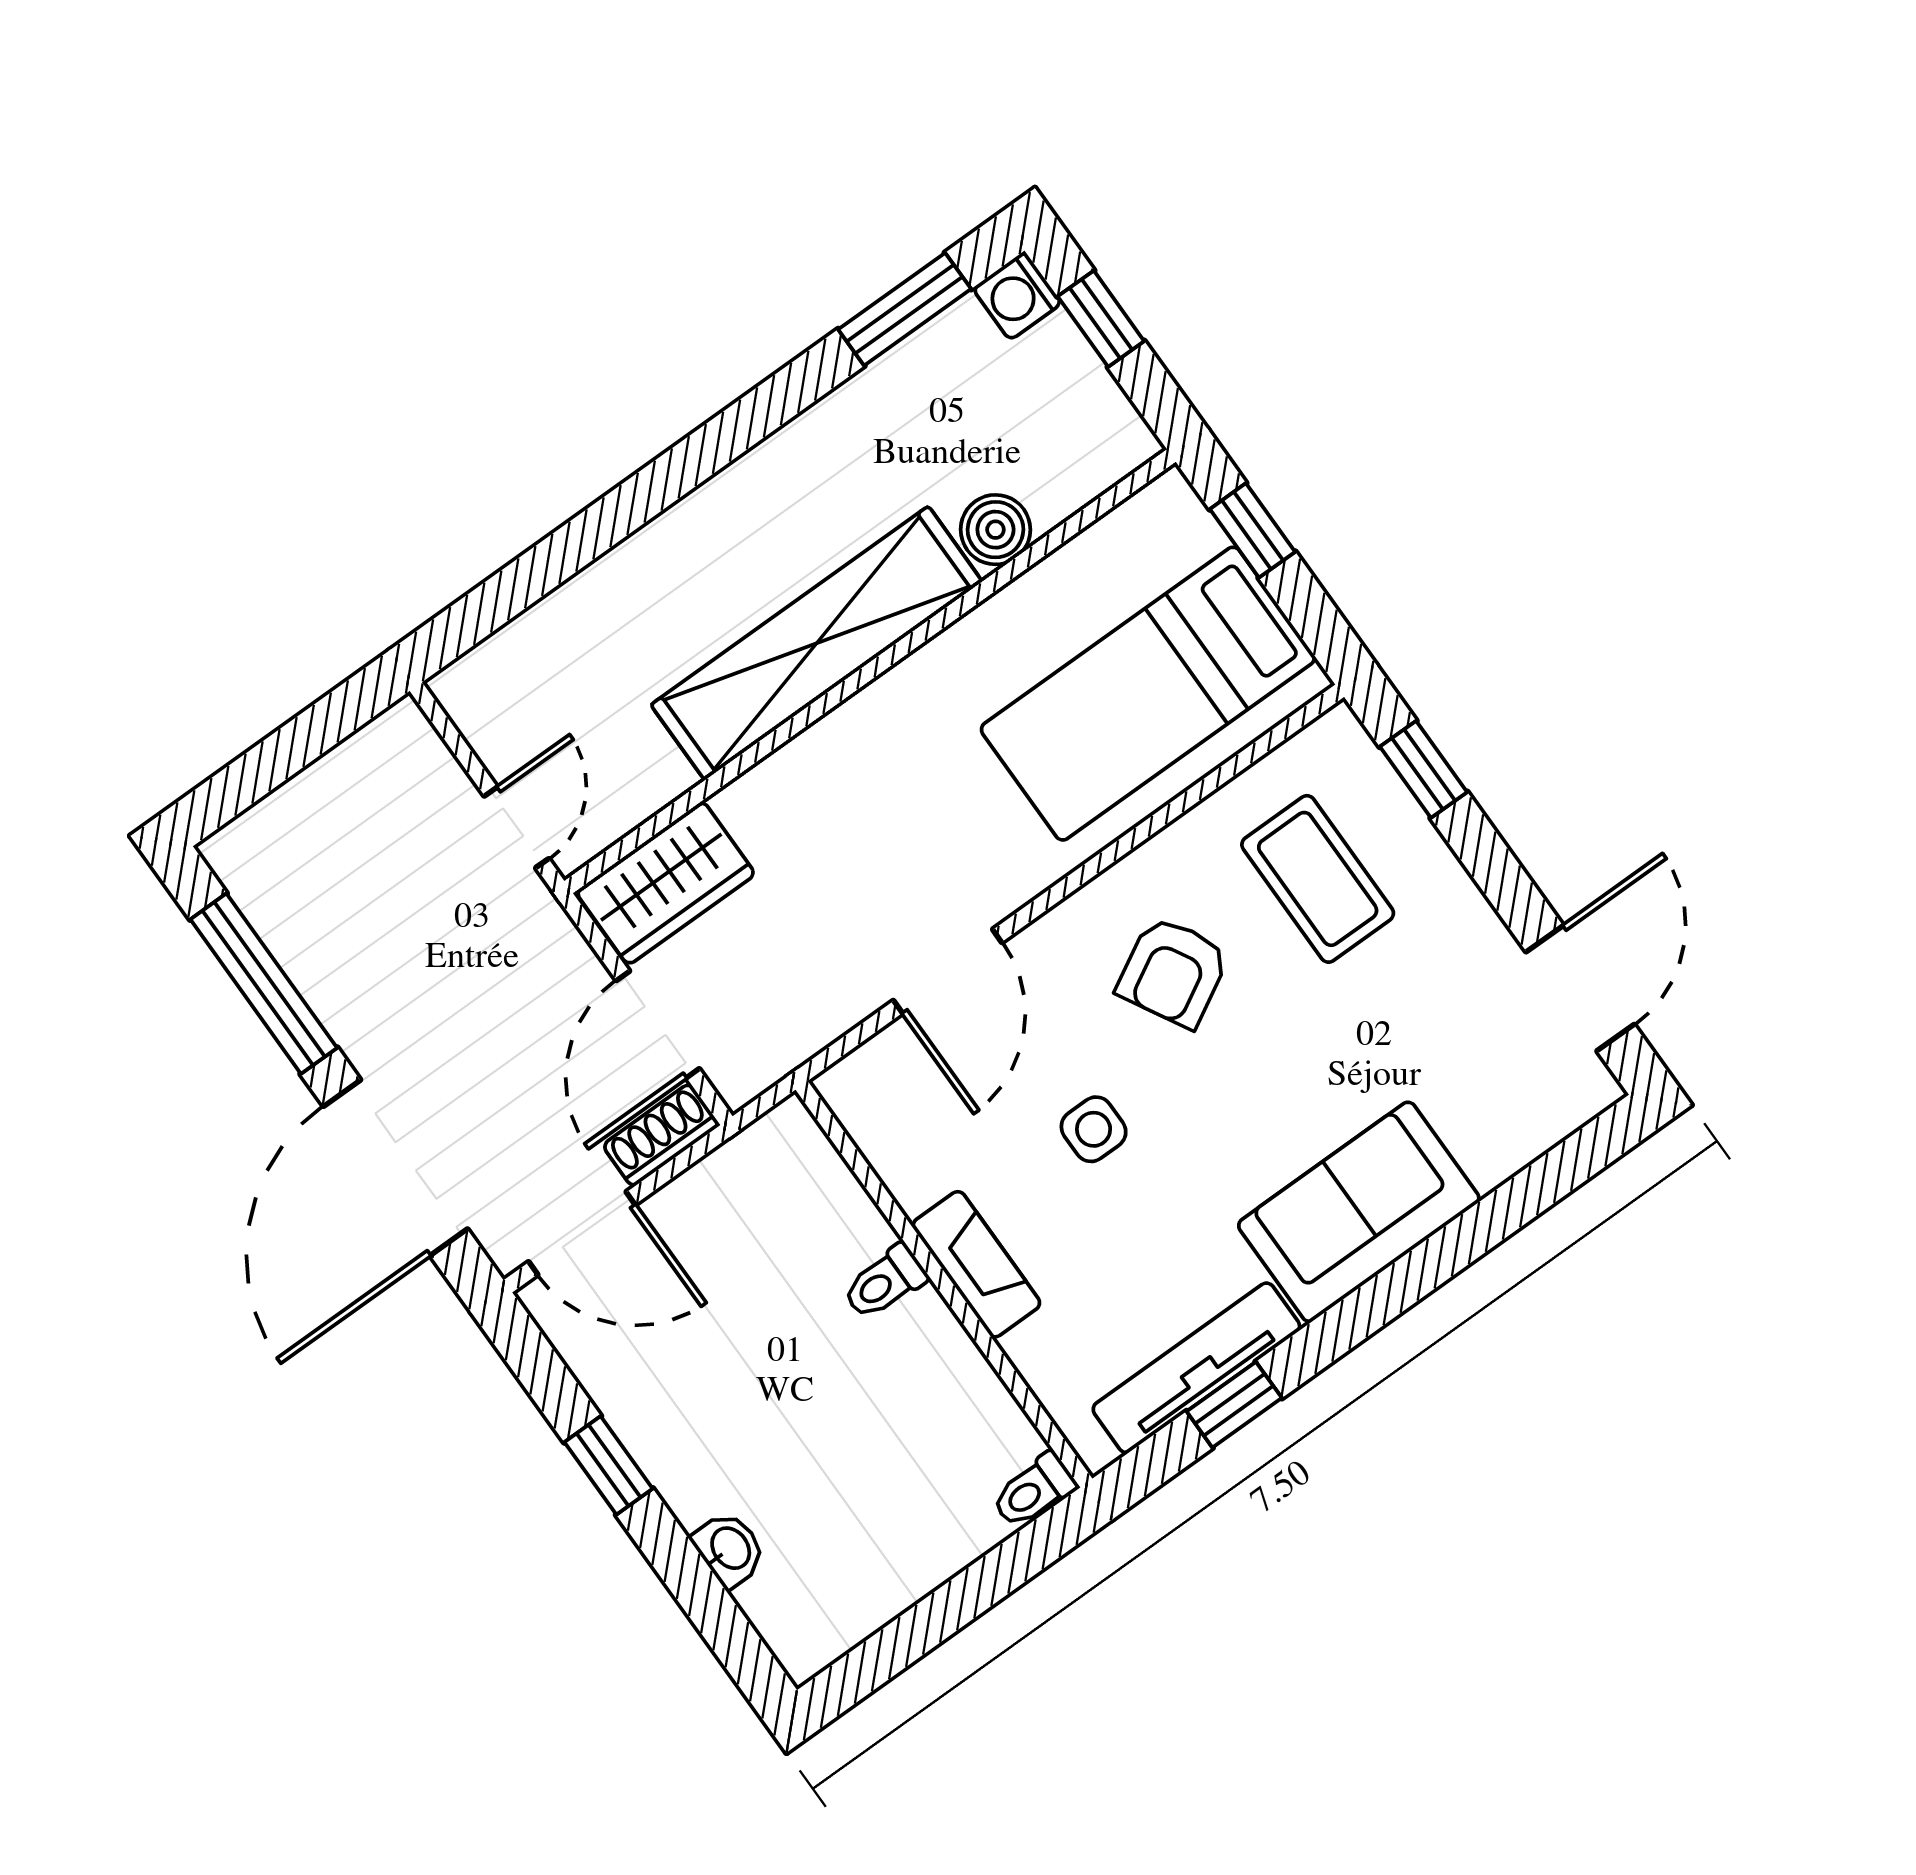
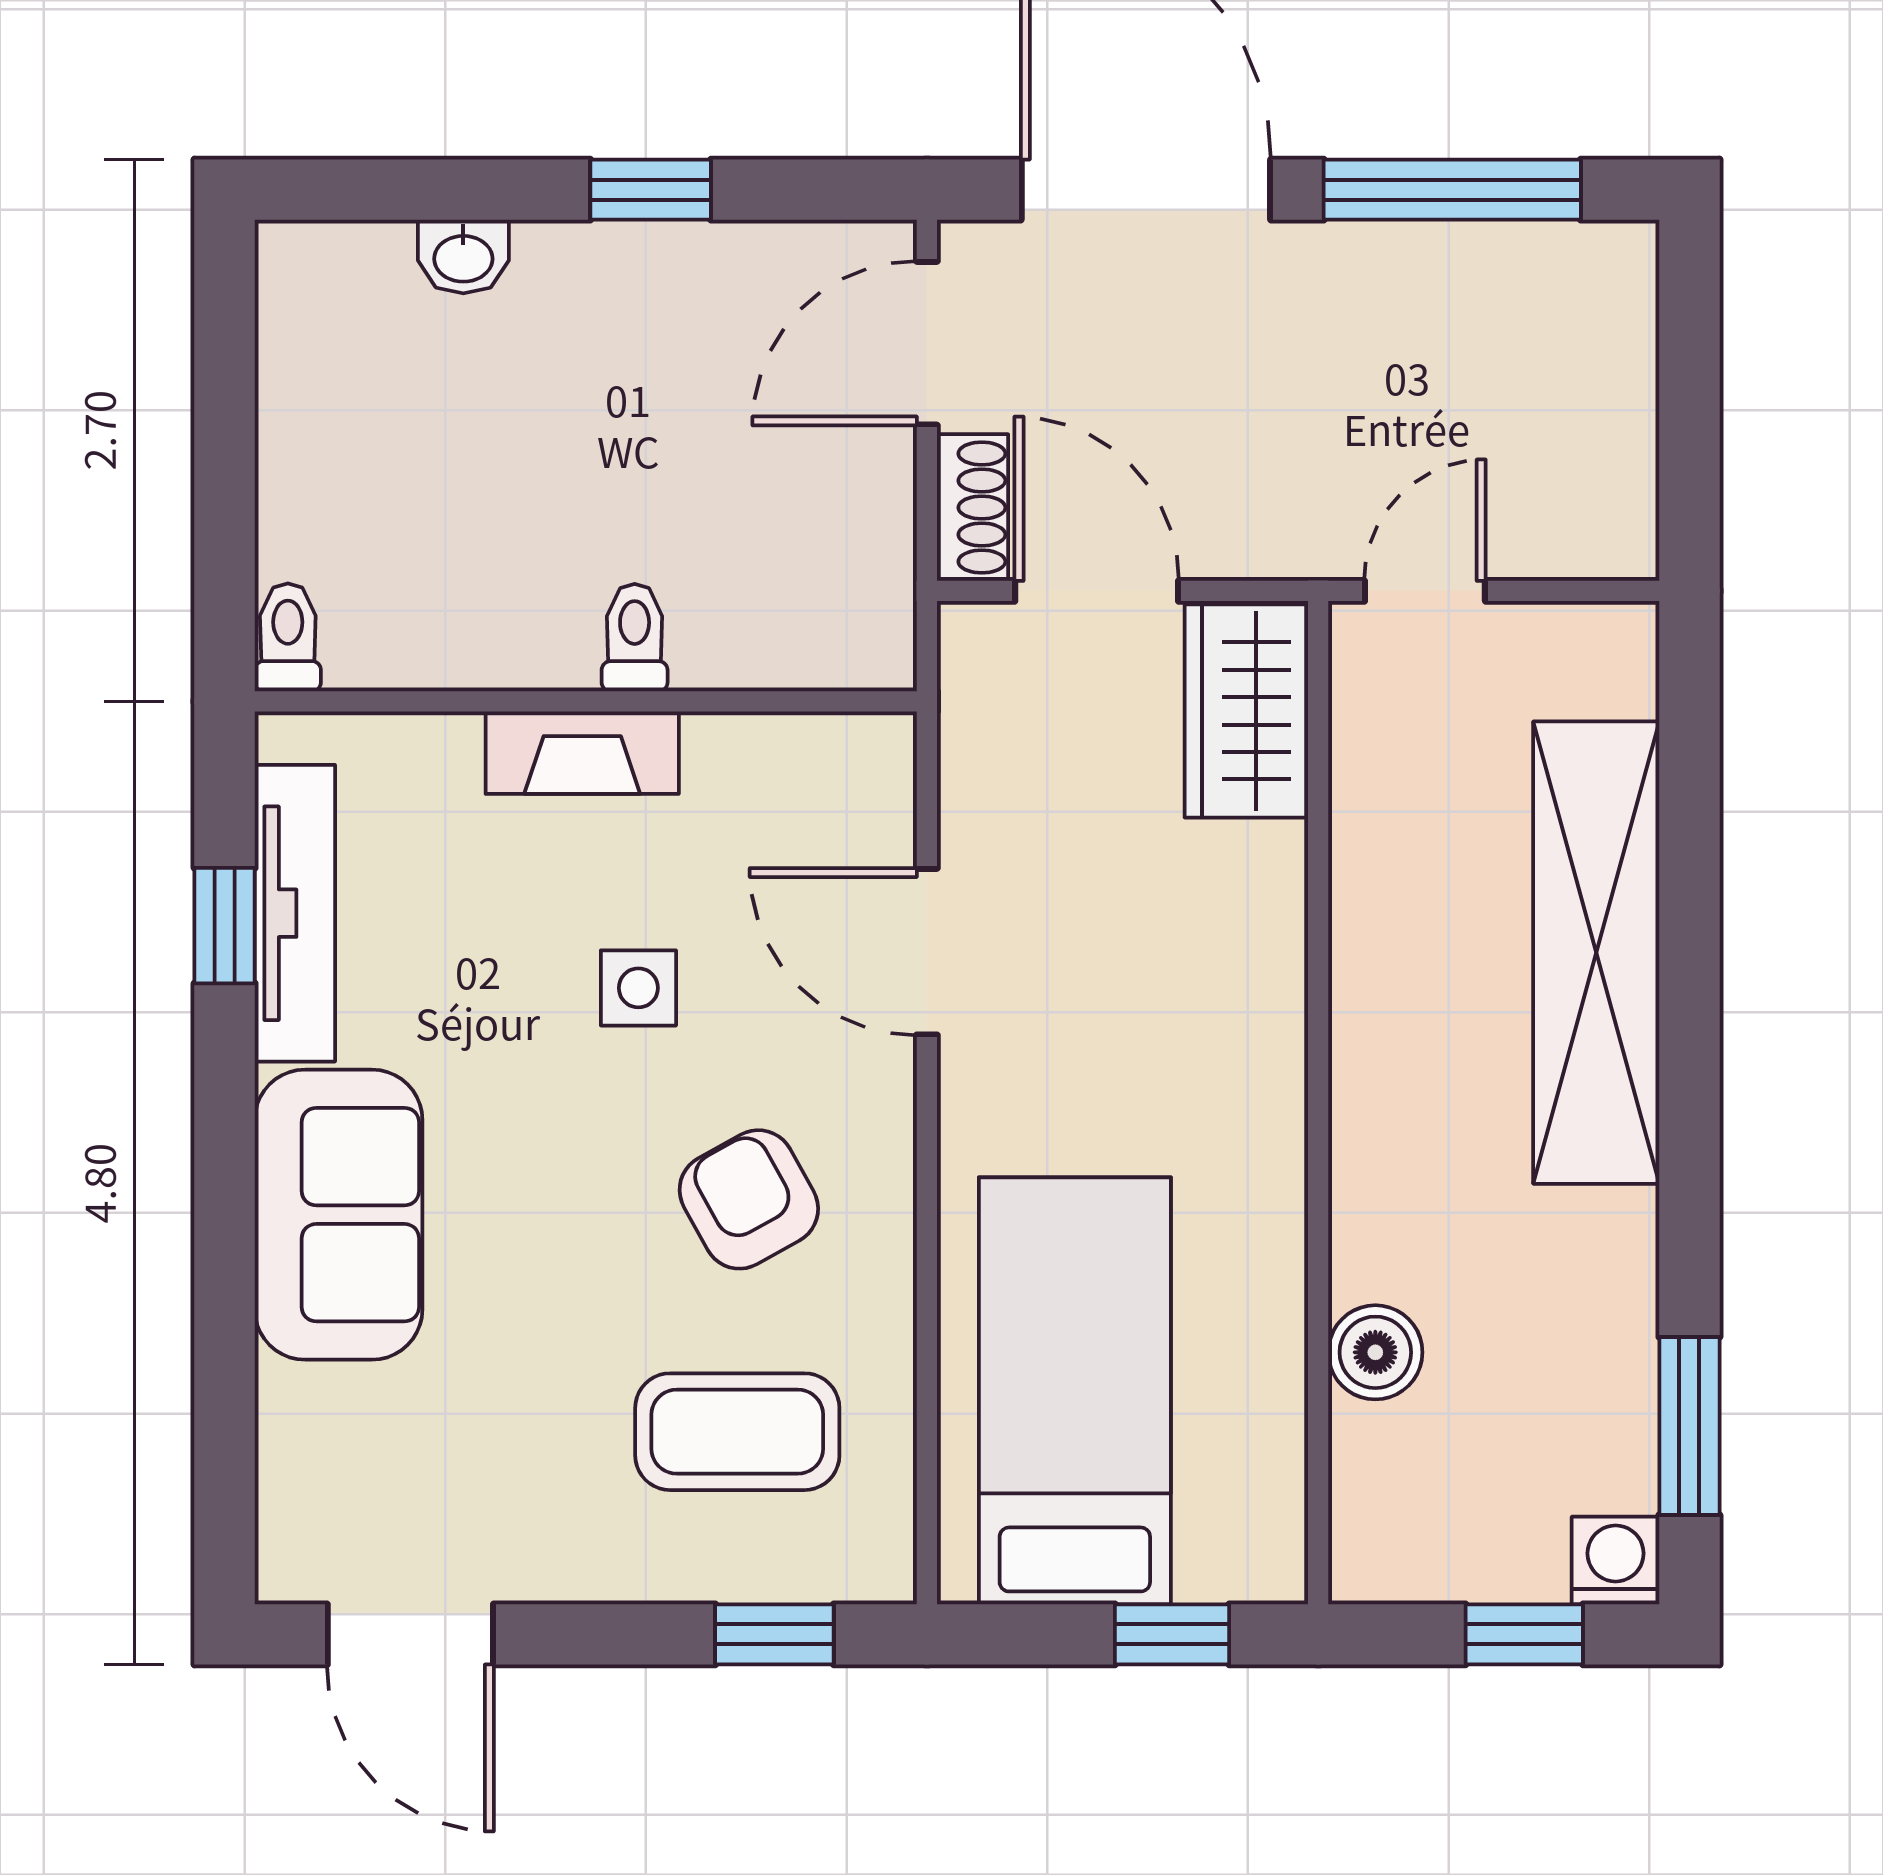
shelving: (817, 643) -> (1596, 953), moved
door: (517, 827) -> (1425, 591), swing flipped

